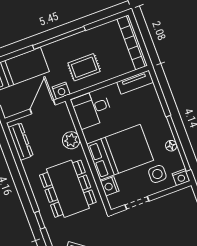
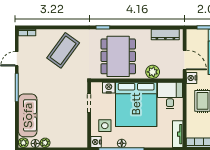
bed: (120, 152) -> (136, 104), width x1.36
dining table: (68, 189) -> (118, 56), turned 90

